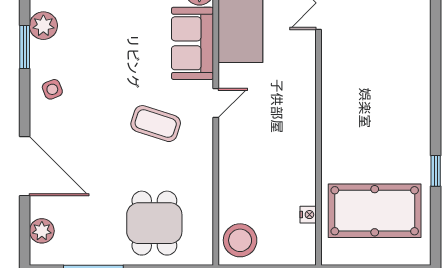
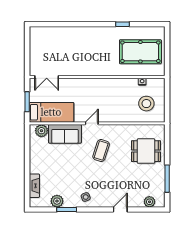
door: (216, 103) -> (92, 123), hinge flipped
door: (25, 166) -> (120, 209), width x0.53
pool table: (375, 211) -> (140, 52), turned 90
stool: (240, 240) -> (146, 104), moved

